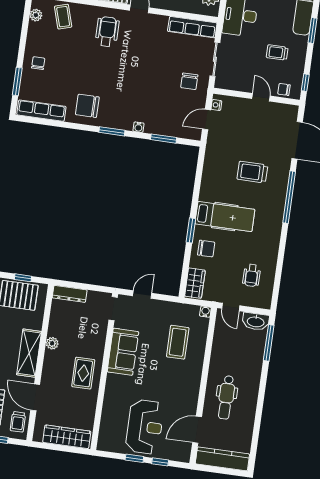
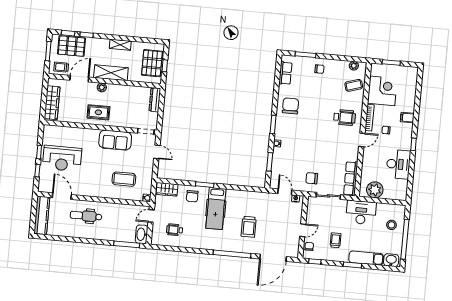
row of seats: (41, 111) -> (285, 73), width x0.68
trolley: (252, 172) -> (249, 227), turned 180
plant: (52, 343) -> (102, 87), moved

